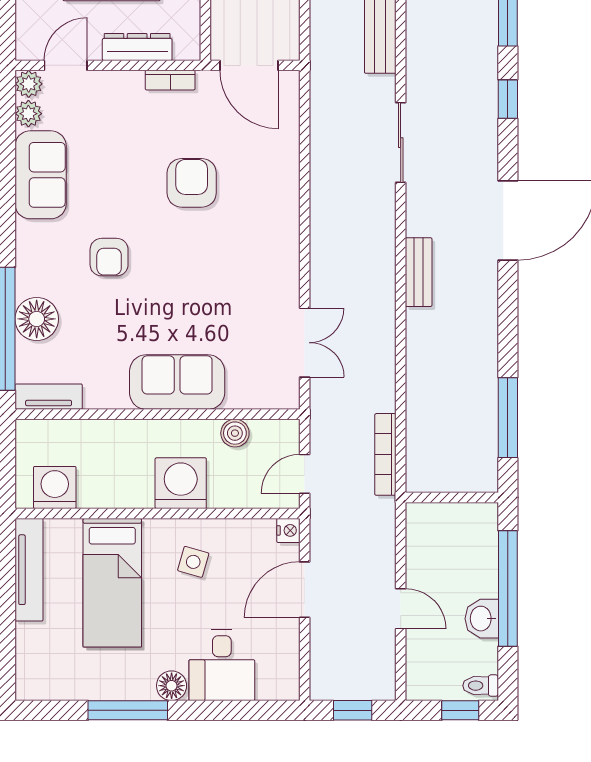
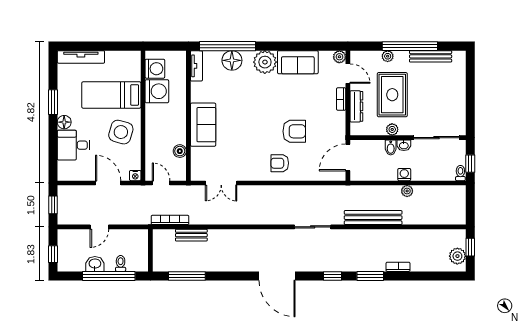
bookcase: (170, 80) -> (341, 99), moved
plant: (28, 114) -> (265, 62), moved, width x1.87, depth x1.87
armchair: (109, 257) -> (280, 163), moved
bench: (419, 272) -> (191, 235), moved
washing machine: (181, 483) -> (157, 91), moved
side table: (193, 562) -> (121, 132), width x1.87, depth x1.87
tv unit: (29, 570) -> (81, 57), moved
toilet: (481, 686) -> (121, 263), moved
window: (128, 710) -> (53, 102), width x0.69

